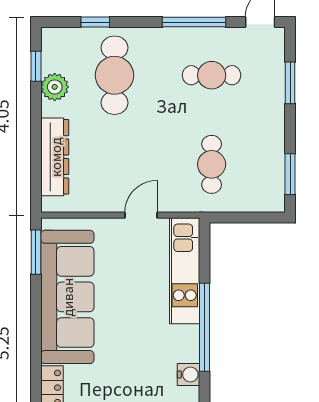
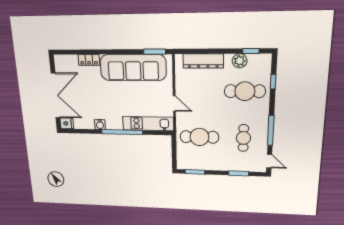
cafe table: (212, 164) -> (199, 137), width x1.37, depth x1.35

